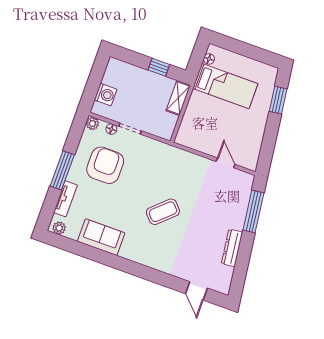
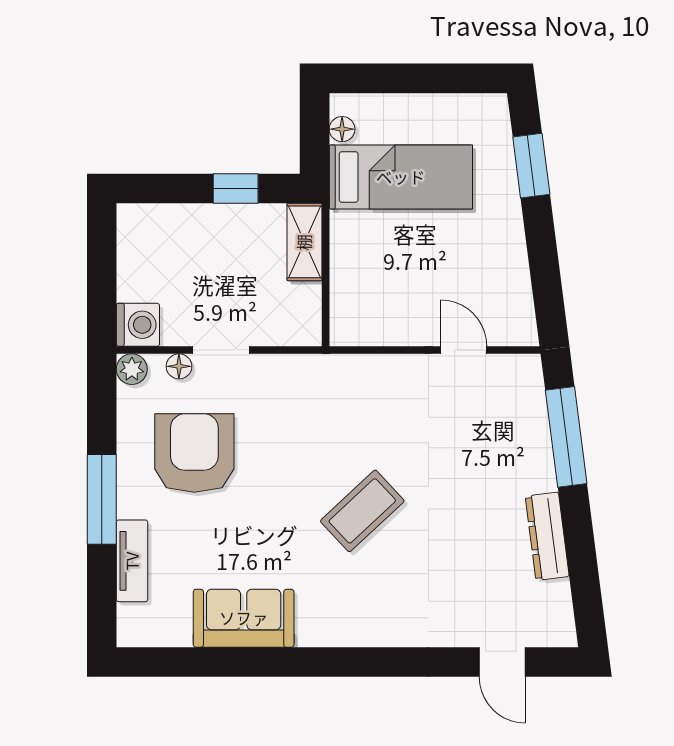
washing machine: (106, 95) -> (138, 325), moved
plant: (59, 228) -> (142, 632), removed

